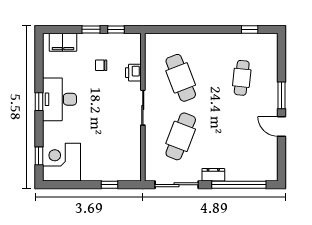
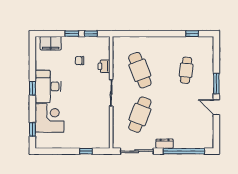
corner desk: (62, 162) -> (50, 118), moved, turned 90

